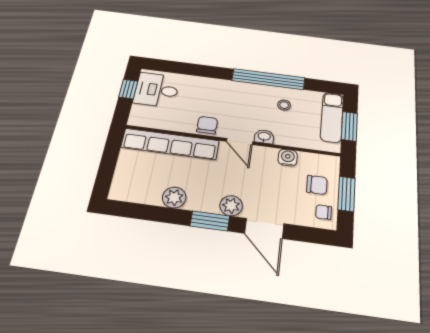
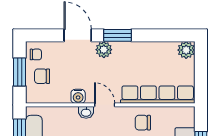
chair: (207, 125) -> (143, 123), moved, turned 90
water cooler: (288, 158) -> (78, 96), moved
plant: (174, 197) -> (186, 50), moved

